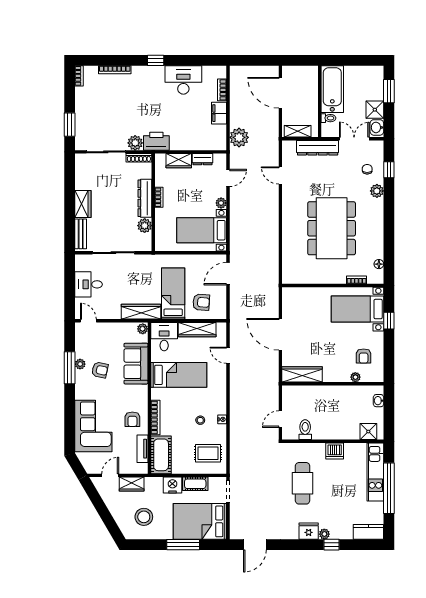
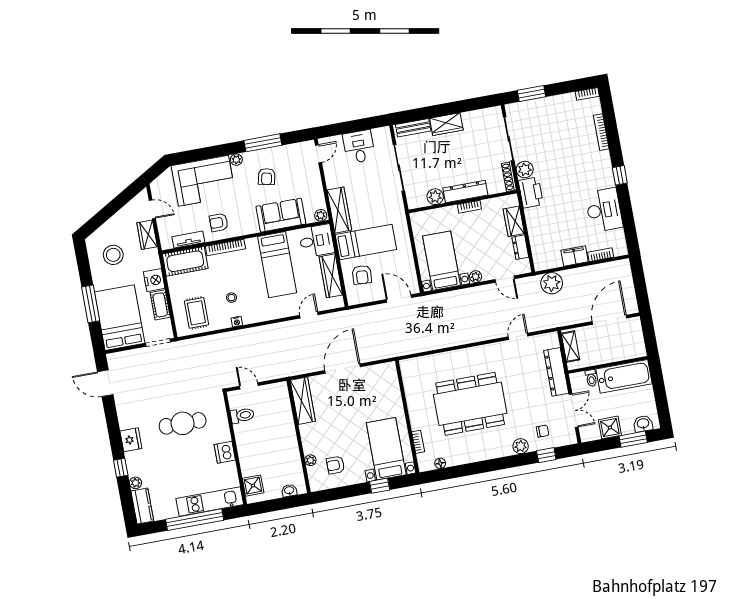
washbasin: (377, 127) -> (643, 424), moved
plant: (80, 364) -> (236, 160), moved
plant: (324, 534) -> (135, 483), moved

